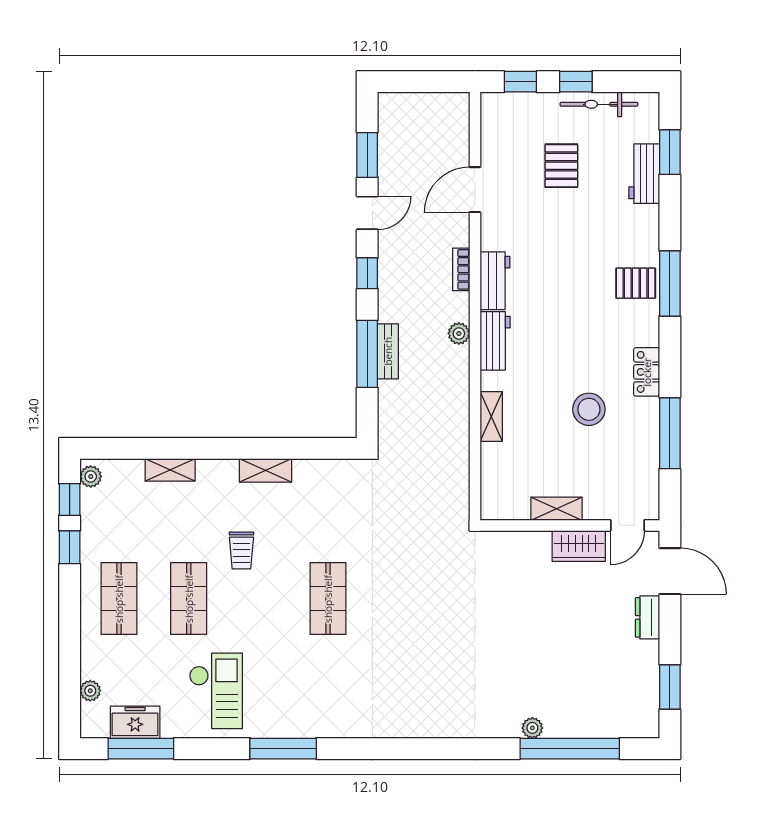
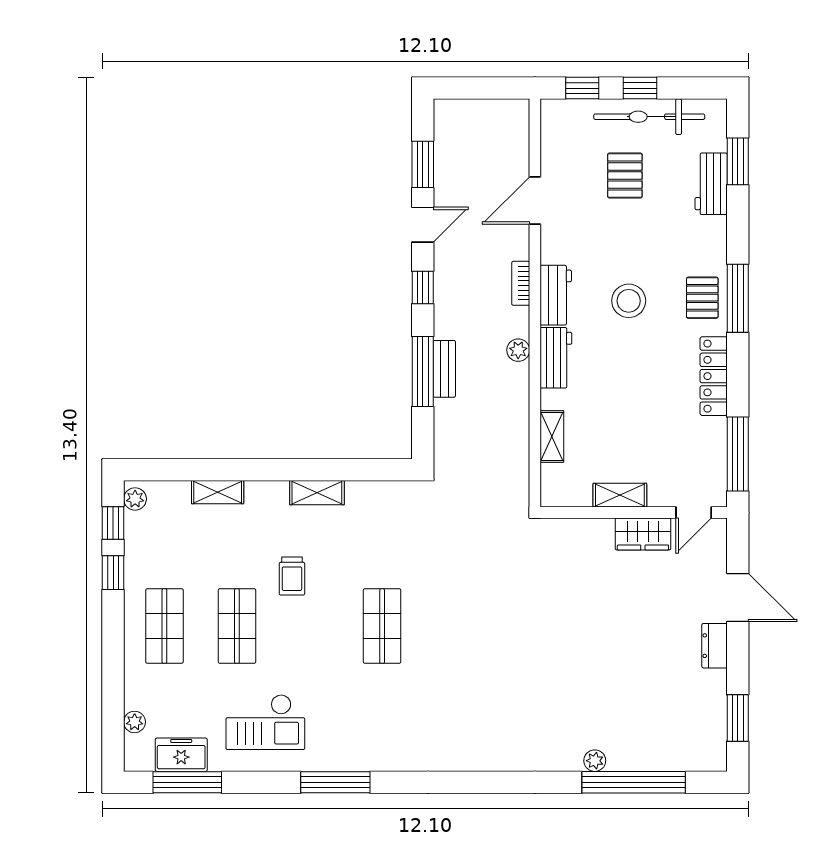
bicycle: (599, 104) -> (649, 117), width x1.37, depth x1.40
pallet: (636, 283) -> (702, 298), turned 90
locker: (647, 372) -> (714, 376), width x1.53
stool: (589, 409) -> (629, 301), moved
shelving: (556, 509) -> (620, 495), moved
wall: (570, 525) -> (634, 513), moved
door: (627, 525) -> (694, 513), moved
wardrobe: (579, 546) -> (643, 534), moved
checkout: (216, 691) -> (265, 722), turned 90

